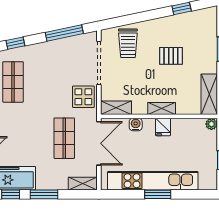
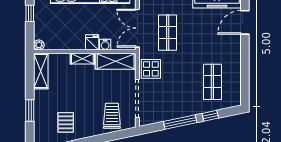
window: (64, 33) -> (180, 122), moved
pallet: (171, 56) -> (66, 122), moved, turned 90
shelving: (116, 108) -> (116, 61), width x1.50, depth x1.33
fridge: (163, 127) -> (92, 42), moved

